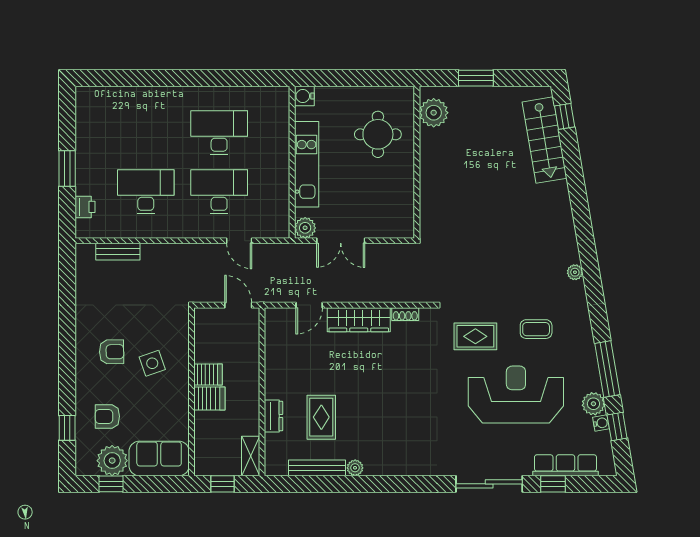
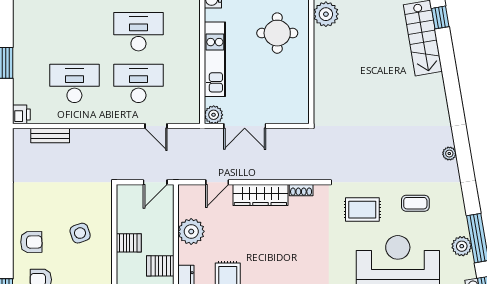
printer: (85, 207) -> (21, 114), moved
door: (238, 305) -> (155, 182), swing flipped
armchair: (112, 352) -> (31, 242), moved
plant: (279, 361) -> (191, 231), added
server rack: (209, 398) -> (160, 266), moved, turned 180
plant: (593, 404) -> (462, 246), moved

